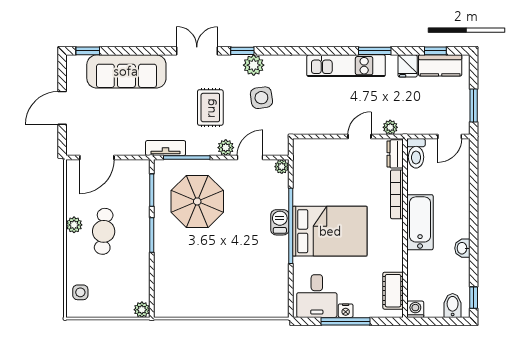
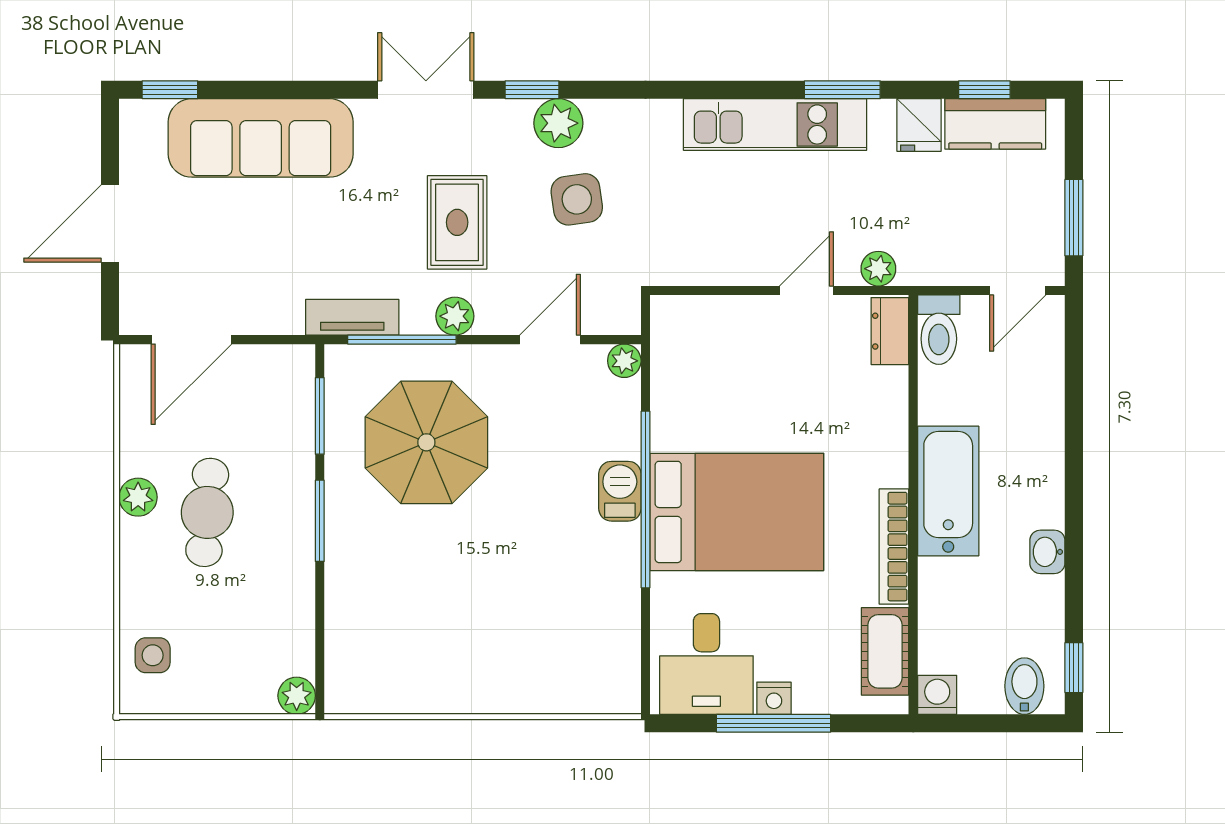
plant: (226, 148) -> (455, 316), moved
bookcase: (397, 194) -> (894, 547), moved

